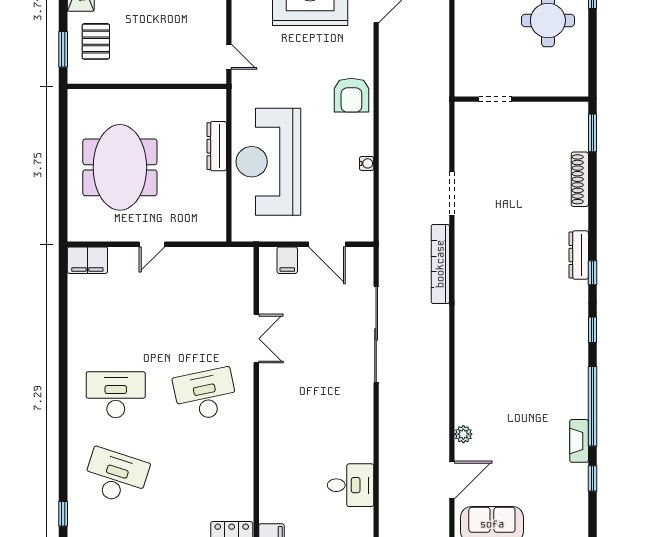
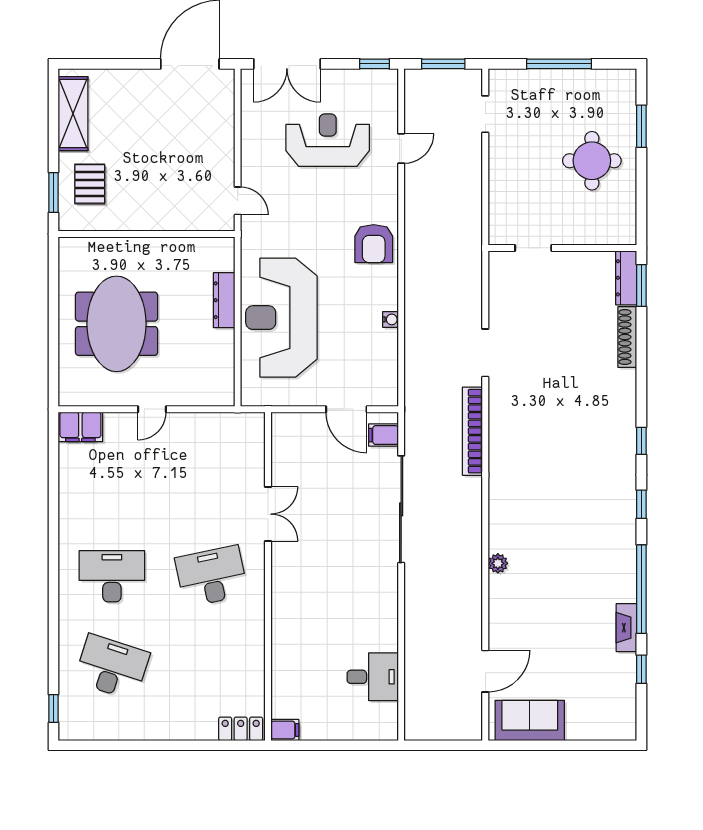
dresser: (579, 255) -> (626, 278), moved
filing cabinet: (287, 260) -> (383, 435), moved, turned 90
plant: (463, 434) -> (498, 563), moved

